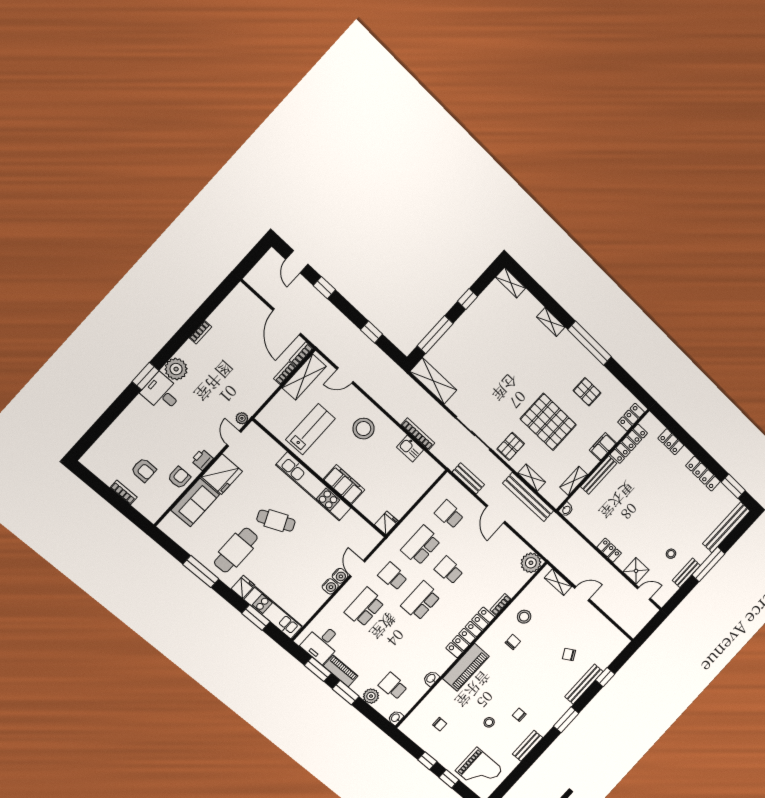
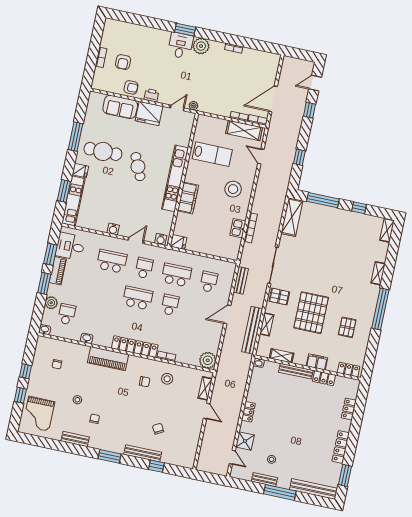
locker: (629, 444) -> (324, 378), width x0.66
water cooler: (340, 576) -> (161, 239), moved

